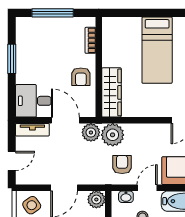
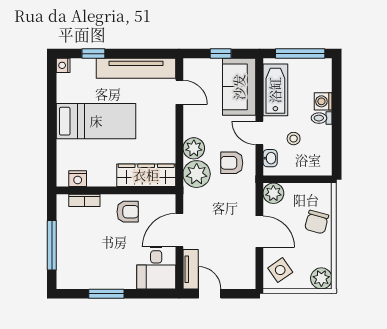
nightstand: (109, 35) -> (78, 179), added
plant: (91, 132) -> (194, 148), moved
door: (12, 161) -> (210, 294), moved

